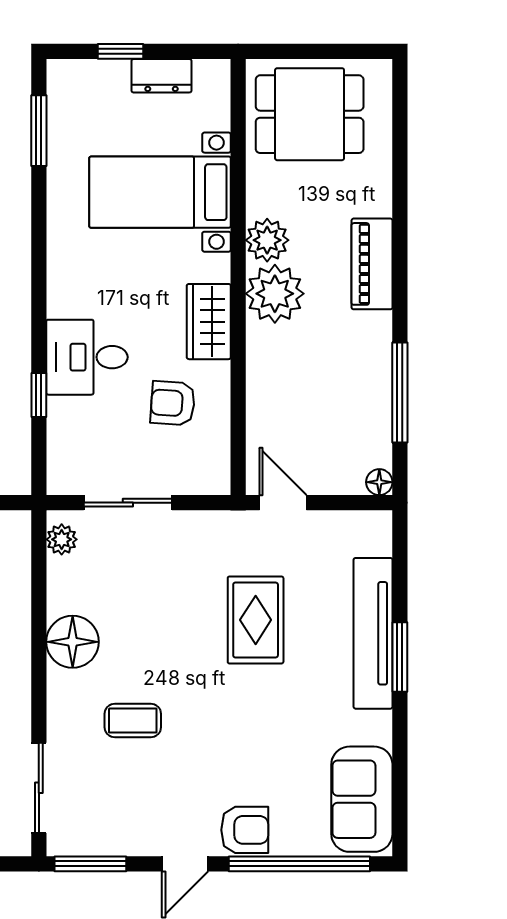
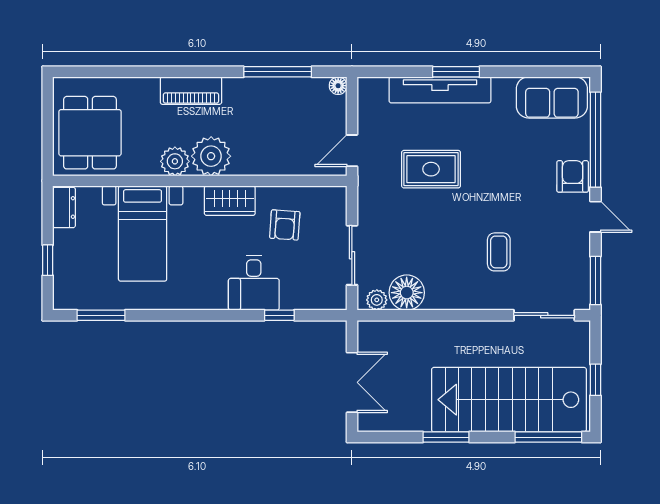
dresser: (162, 76) -> (64, 207), moved
floor lamp: (73, 642) -> (407, 293), moved

